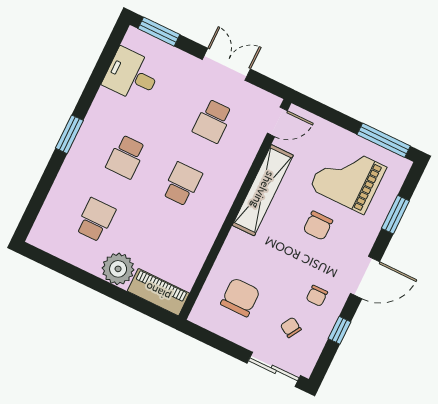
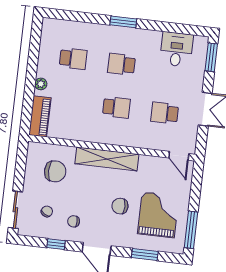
shelving: (263, 190) -> (107, 159), moved
plant: (118, 269) -> (41, 84), width x0.53, depth x0.53

